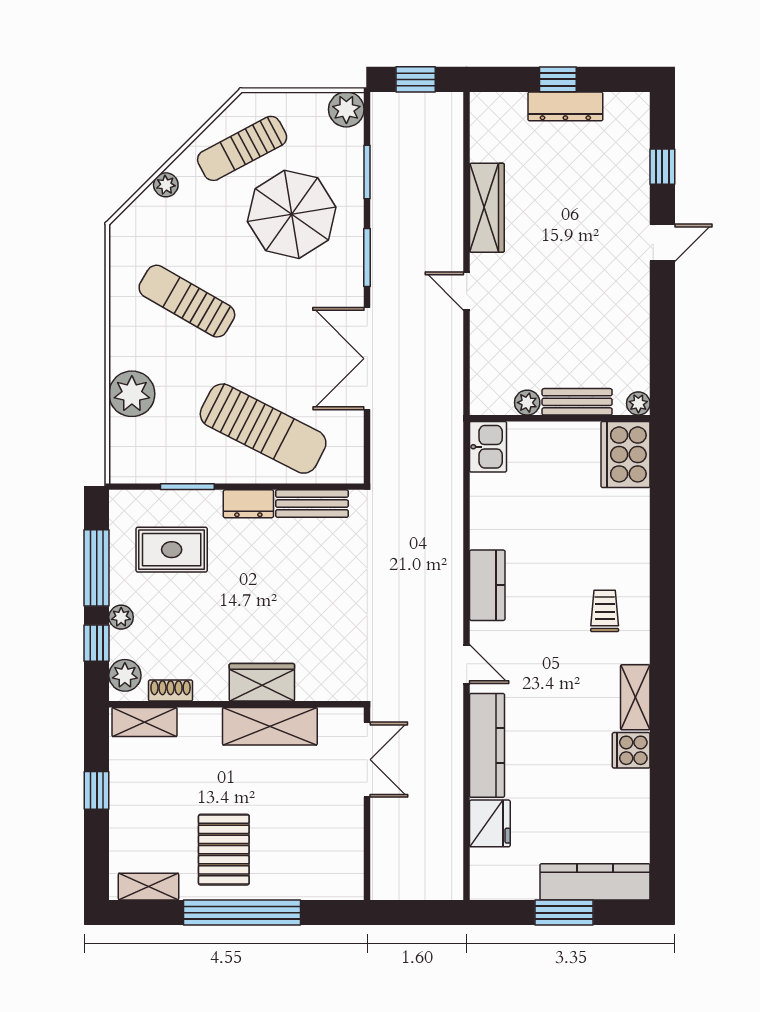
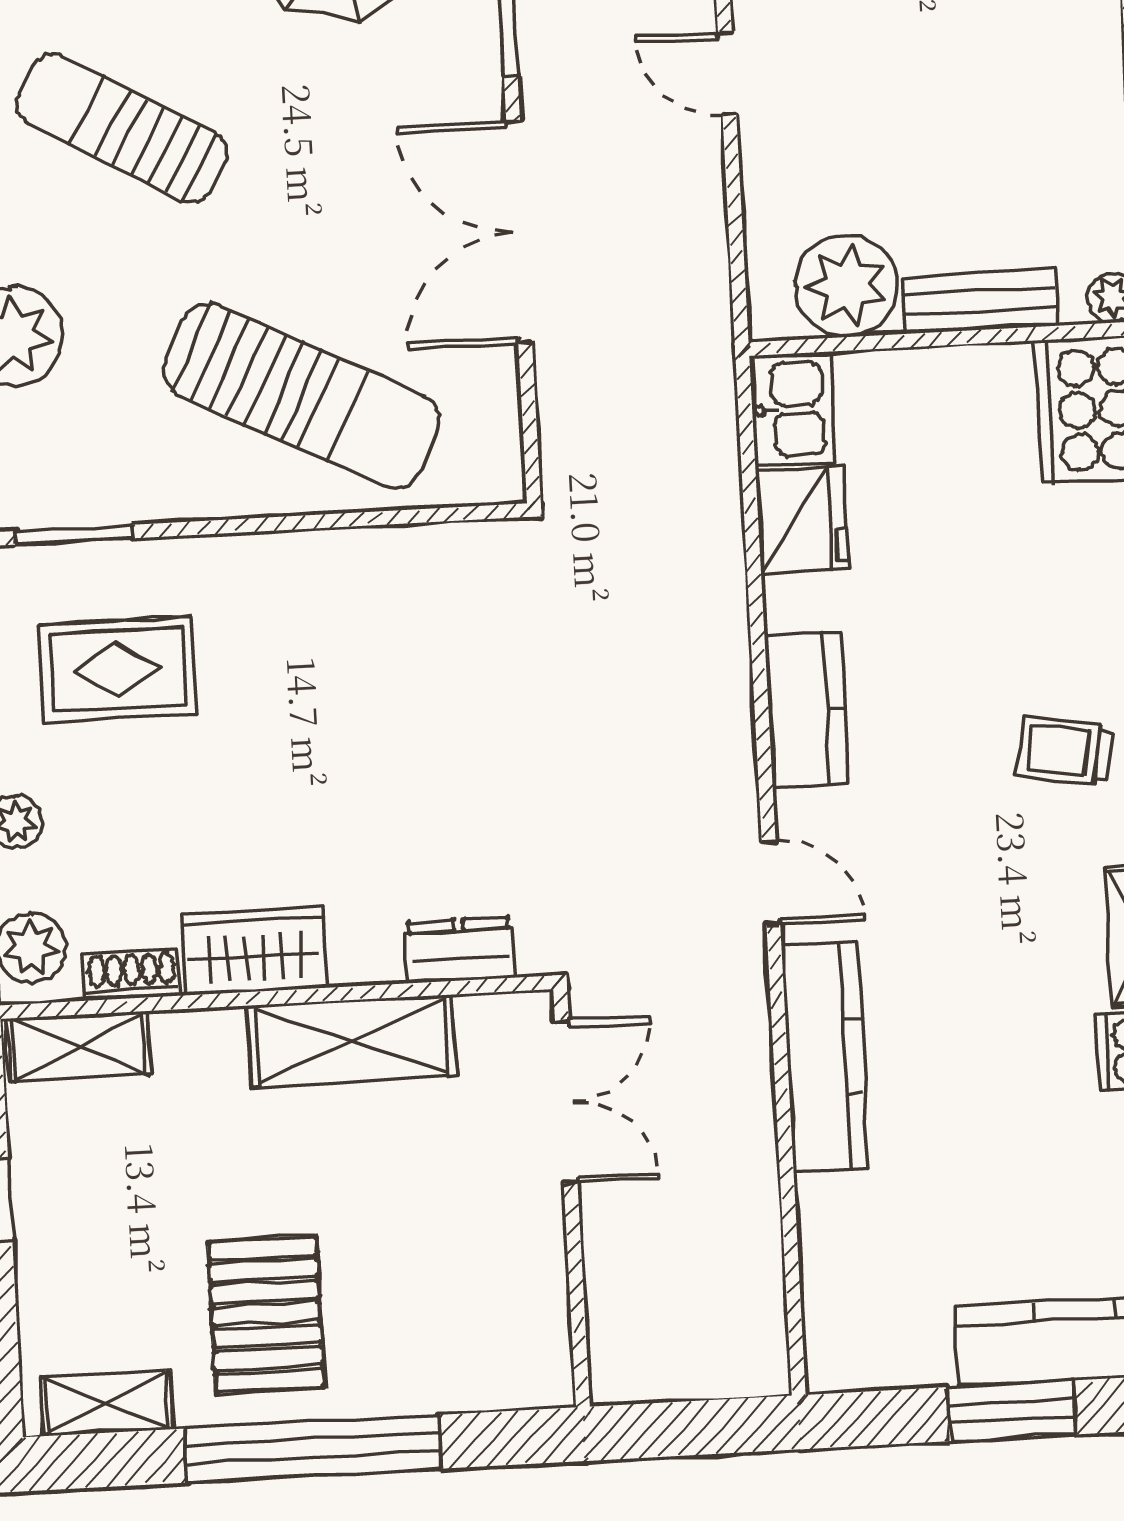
plant: (527, 403) -> (847, 286), width x1.88, depth x1.88
window: (187, 487) -> (73, 535), moved
dresser: (248, 504) -> (460, 950), moved, turned 180
bench: (312, 504) -> (417, 553), removed
trolley: (605, 611) -> (1064, 751), turned -81
wardrobe: (262, 682) -> (254, 951), moved
fridge: (490, 823) -> (802, 520), moved

